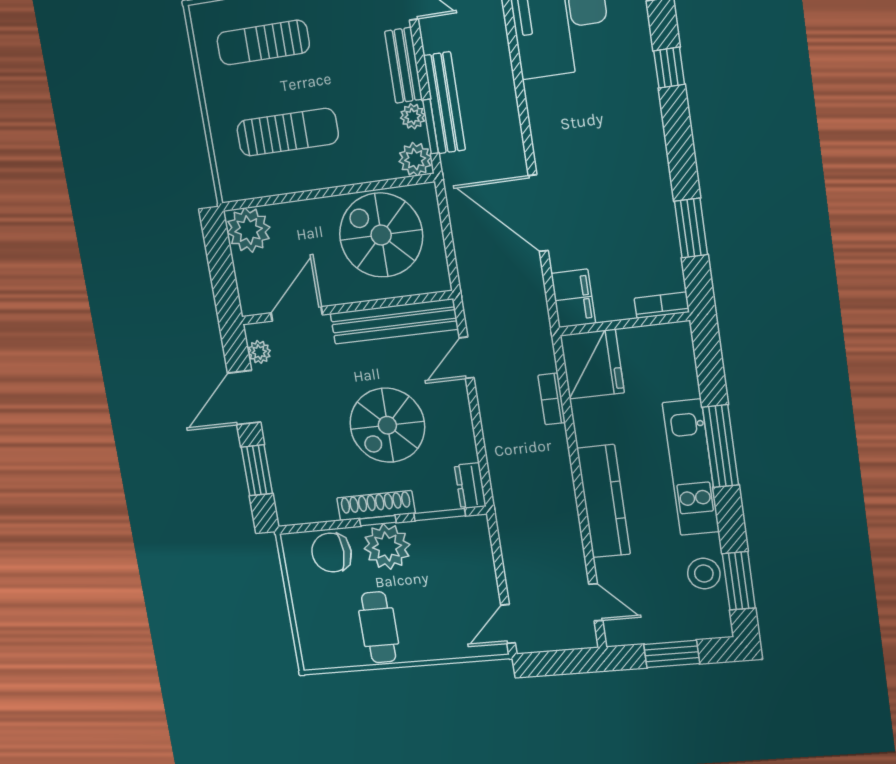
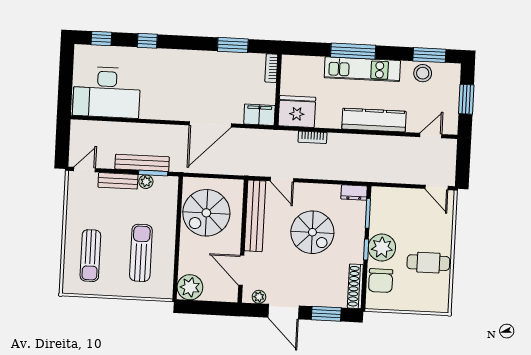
plant: (415, 159) -> (169, 185), removed
shoe rack: (376, 506) -> (355, 286), moved

